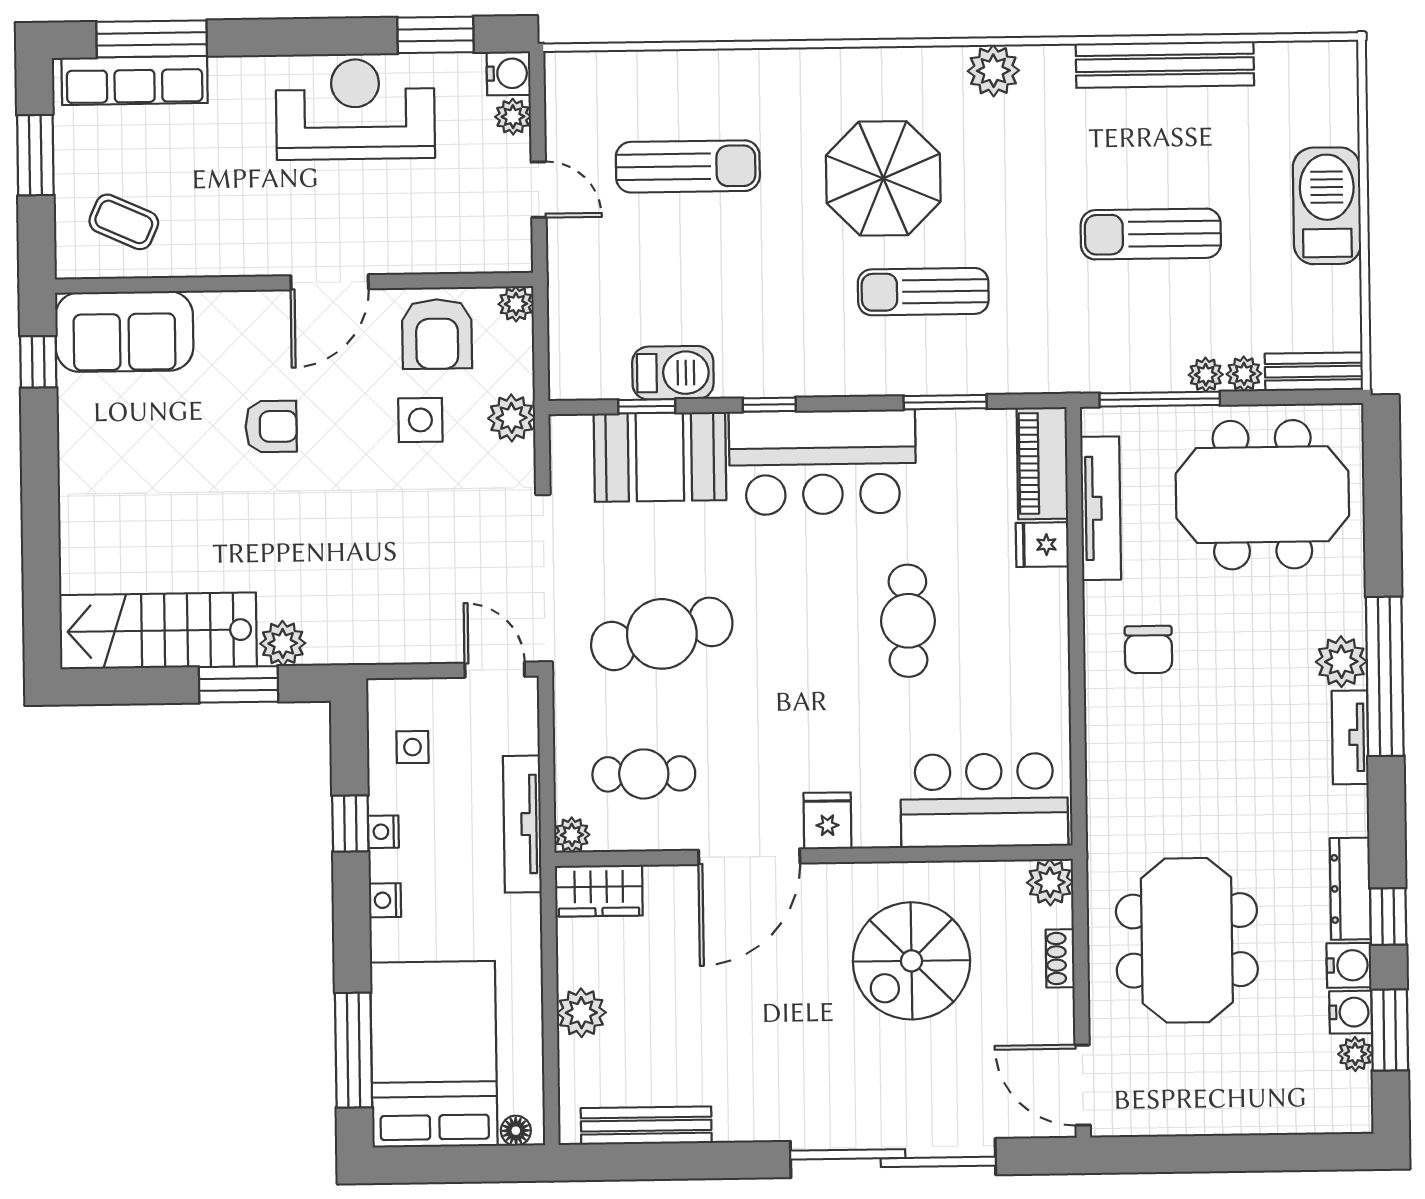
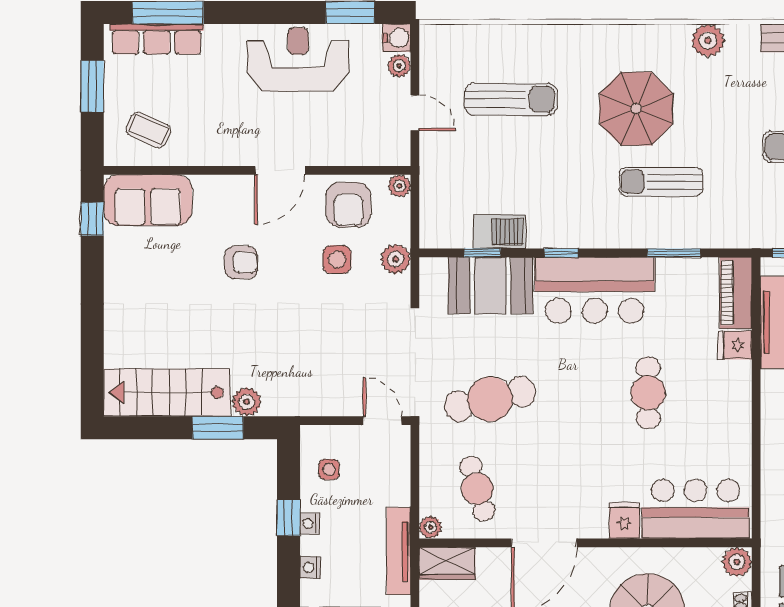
cafe table: (644, 774) -> (477, 489), turned 73
fridge: (827, 821) -> (624, 520), moved
tv unit: (522, 824) -> (399, 551), moved

